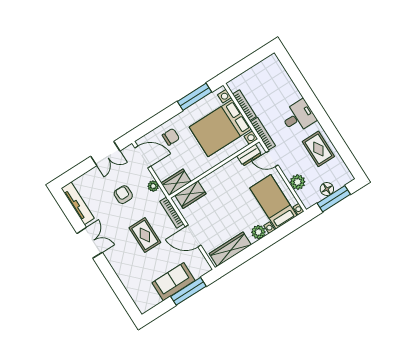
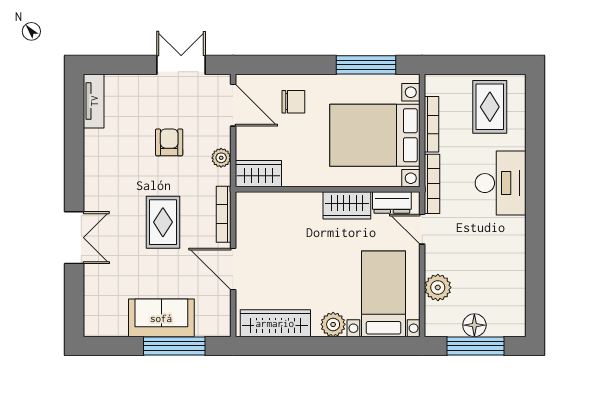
desk: (298, 117) -> (501, 183), width x1.37
rug: (318, 149) -> (490, 107), moved
double door: (105, 154) -> (181, 65), swing flipped
wardrobe: (190, 195) -> (347, 205), moved
tv unit: (78, 203) -> (94, 101), width x0.71
double door: (90, 243) -> (74, 238), moved

